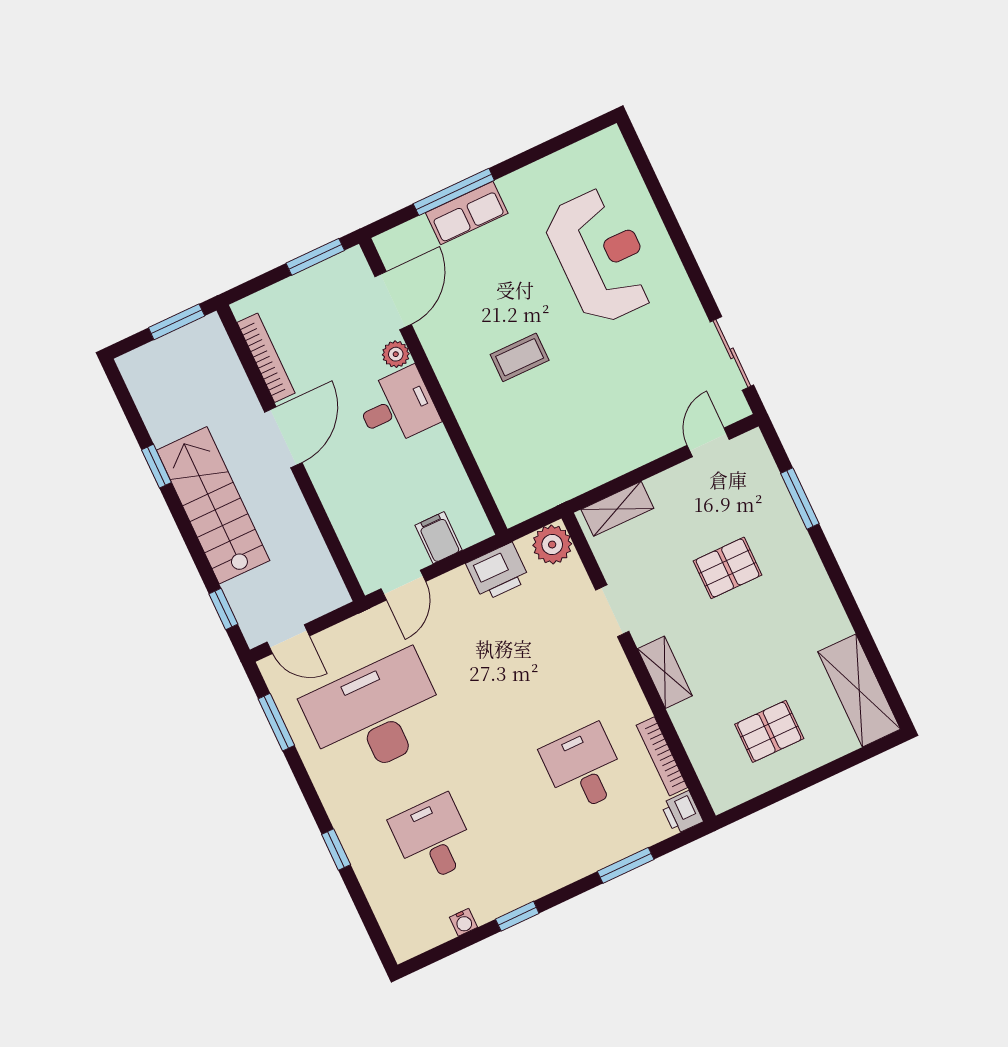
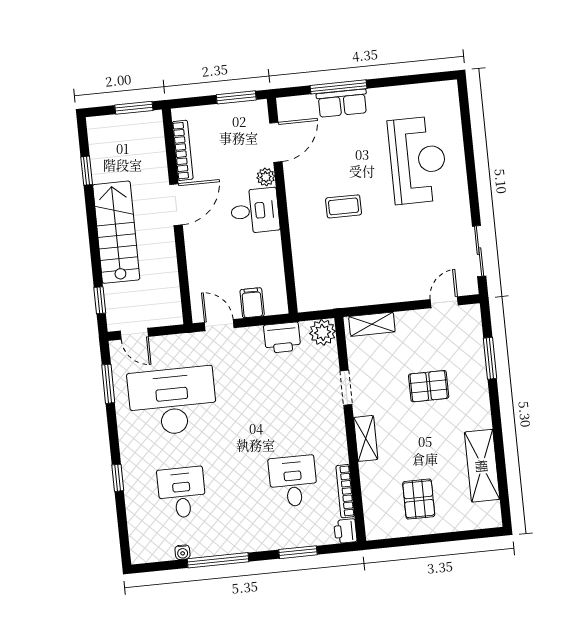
window: (156, 466) -> (87, 171), moved
door: (403, 585) -> (219, 325), swing flipped
shelving: (859, 690) -> (482, 466), moved
pallet: (769, 731) -> (419, 499), turned 90
window: (517, 916) -> (218, 560), width x2.17

